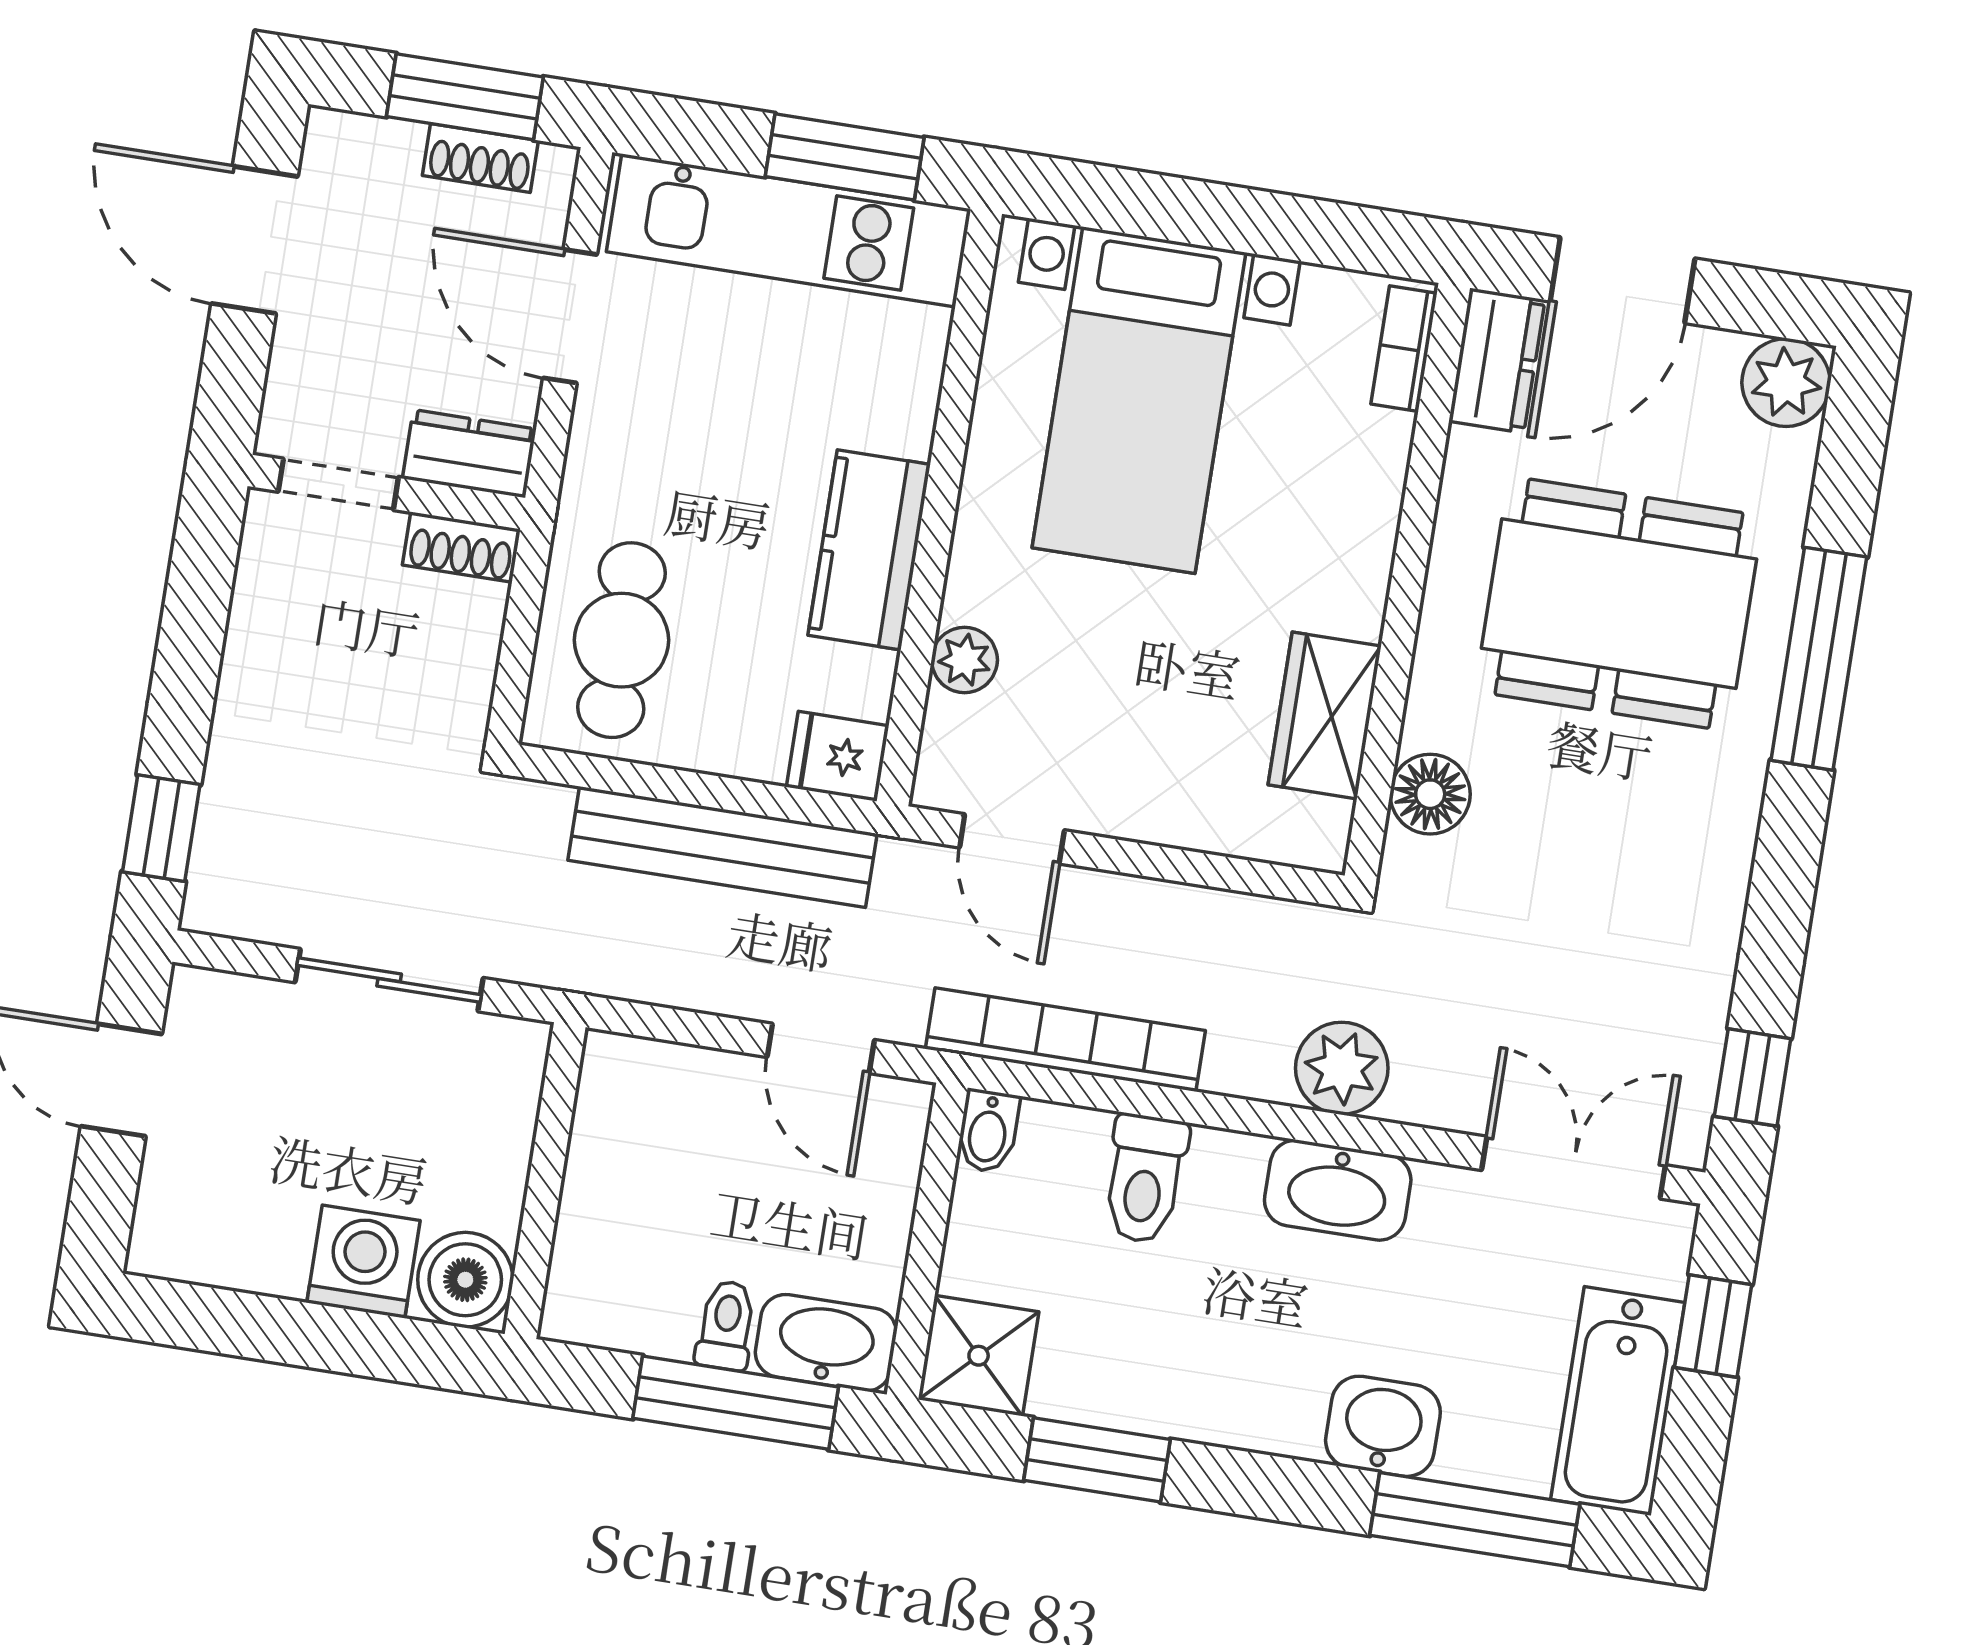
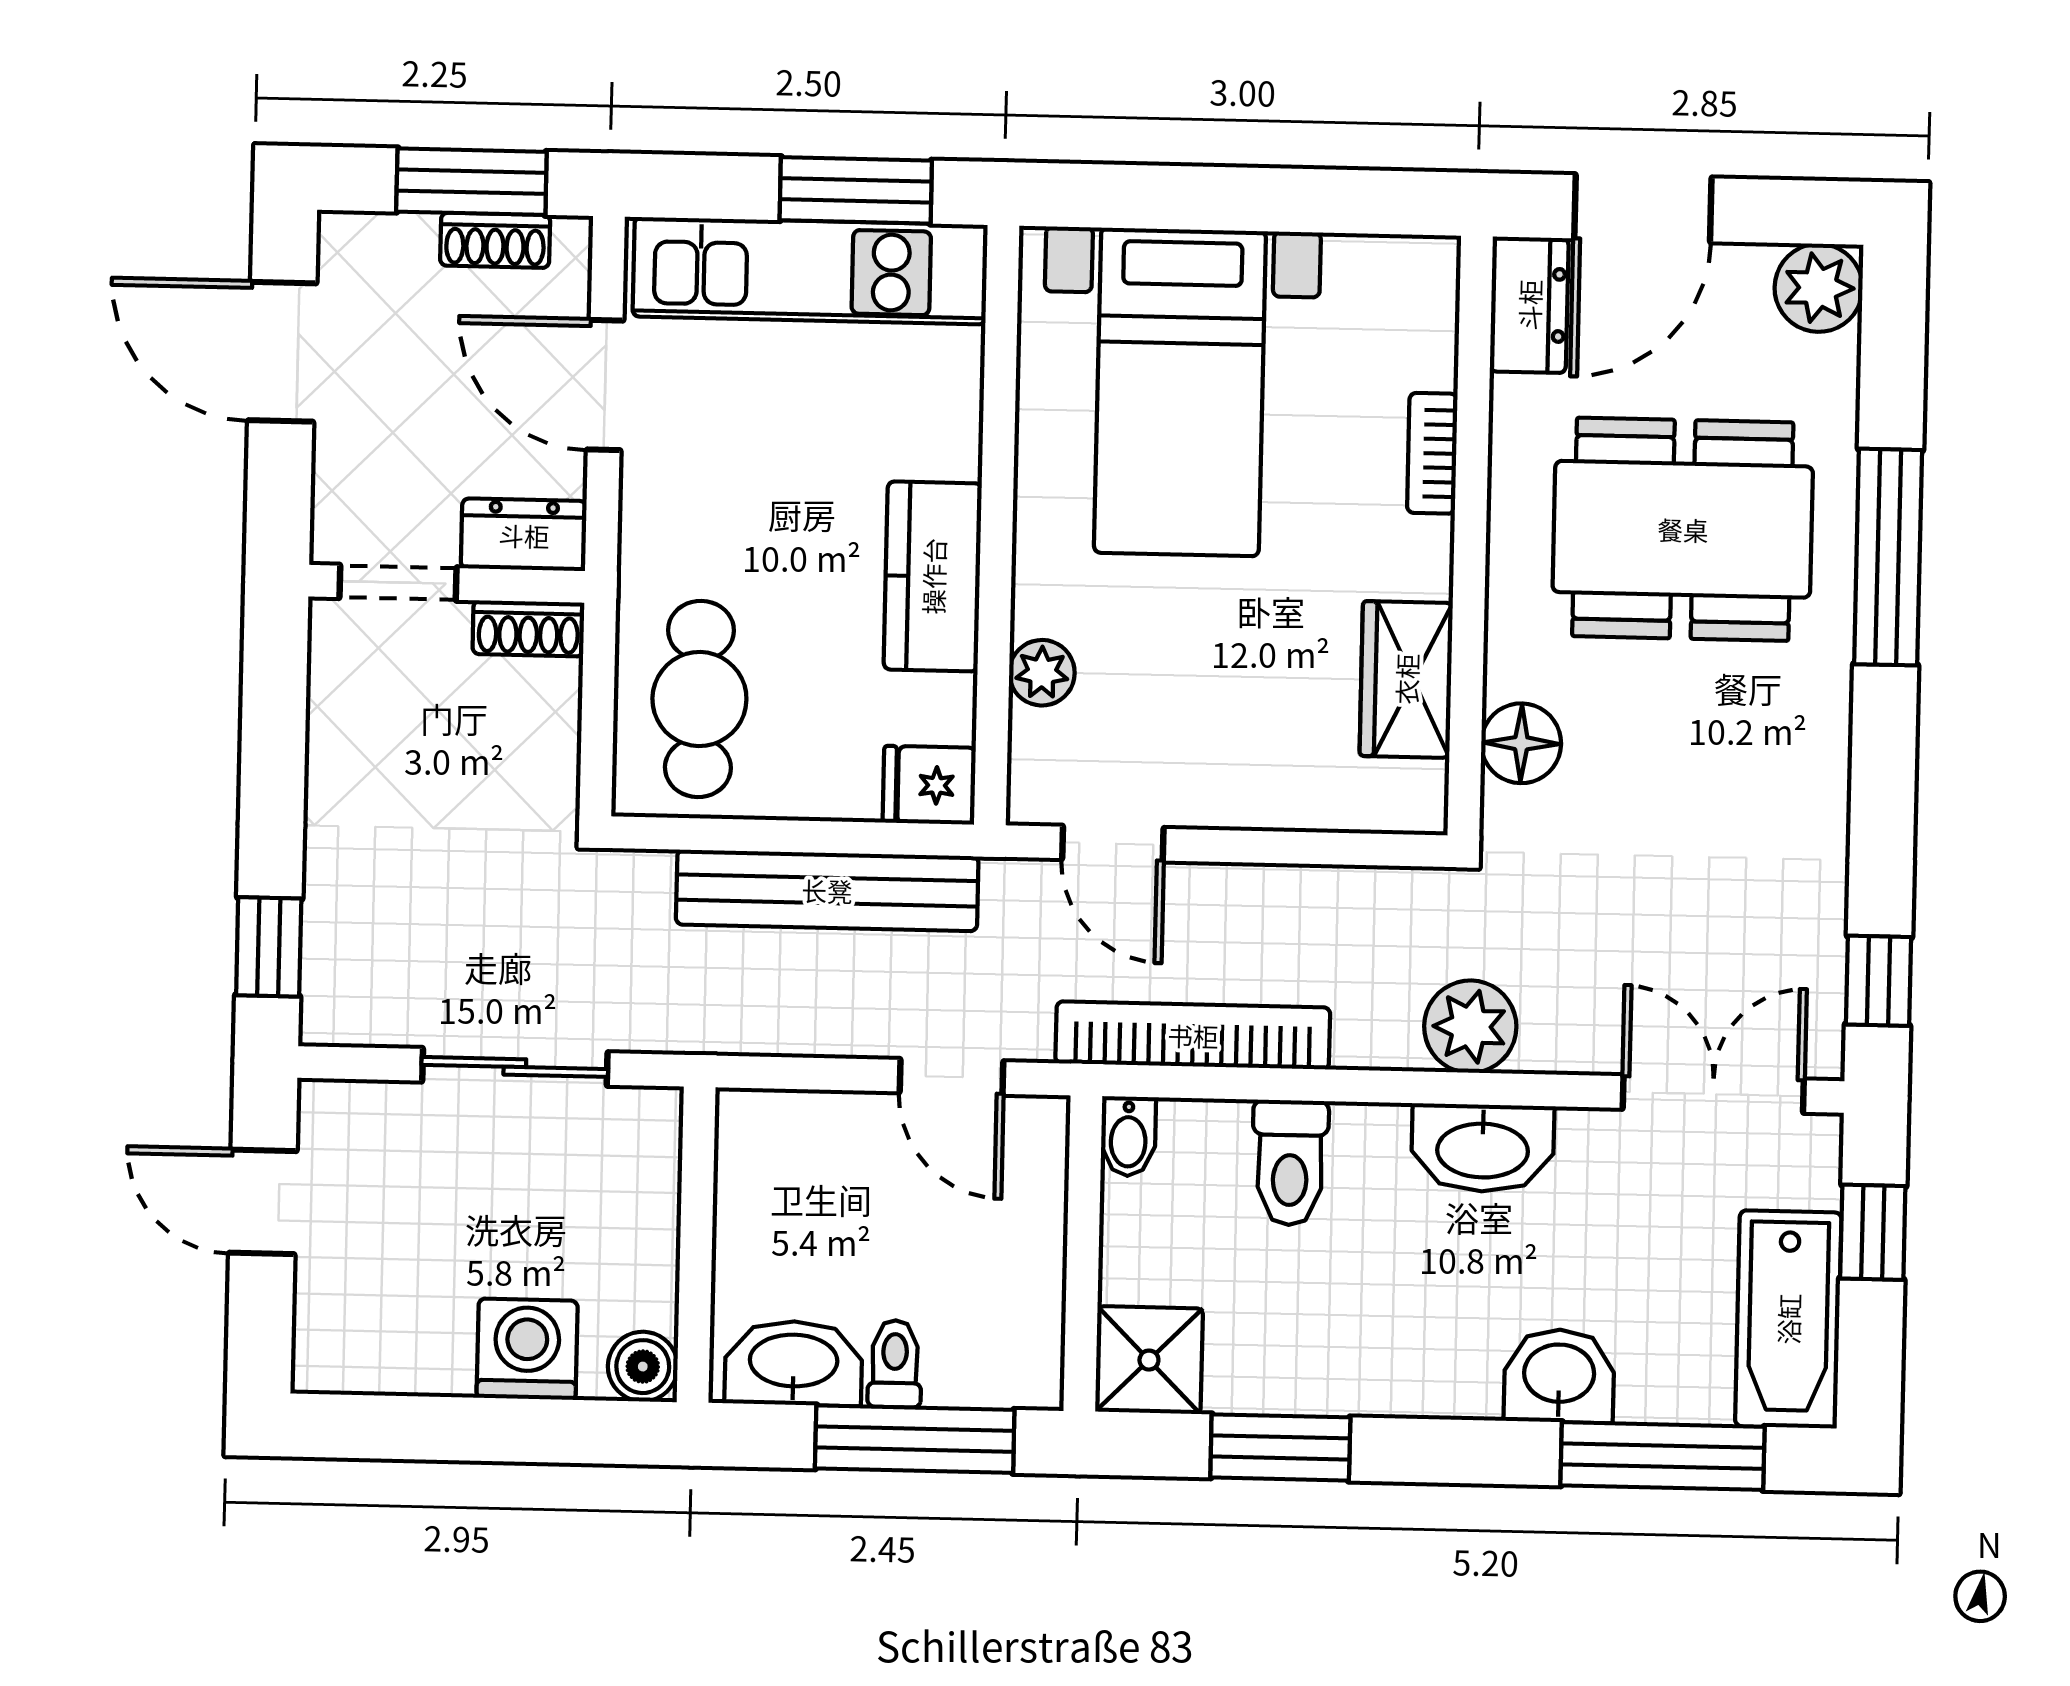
bookcase: (1404, 349) -> (1432, 453), moved
boiler: (465, 1280) -> (643, 1367), width x0.73, depth x0.73
washbasin: (826, 1343) -> (794, 1363), moved

